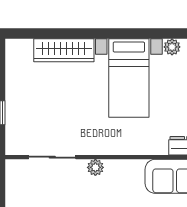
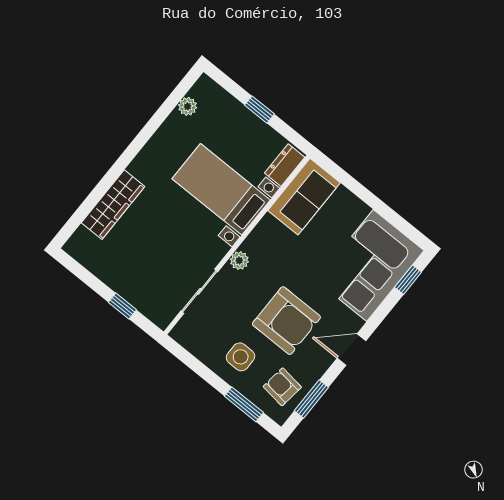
bed with nightstands: (129, 78) -> (221, 189), moved, turned 180

